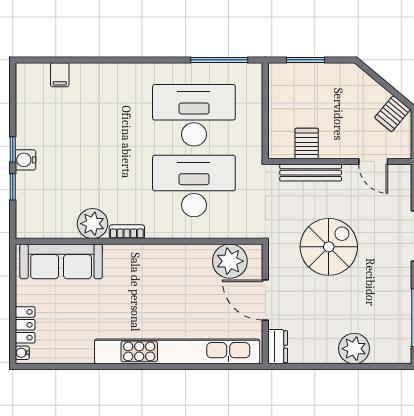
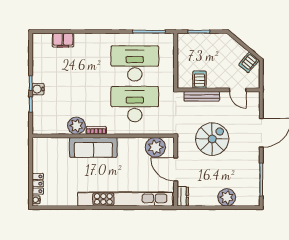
filing cabinet: (60, 75) -> (63, 40), width x2.00
sofa: (61, 261) -> (93, 147), moved

